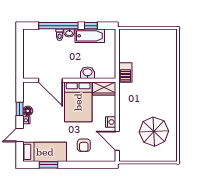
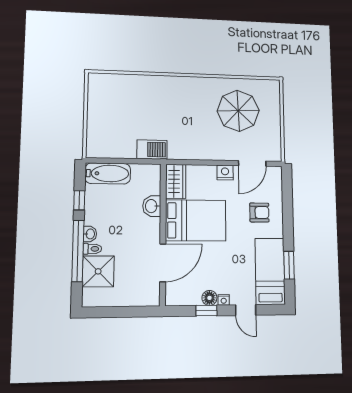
bathtub: (90, 36) -> (108, 173), moved, turned 90
shower: (45, 39) -> (98, 271), added

